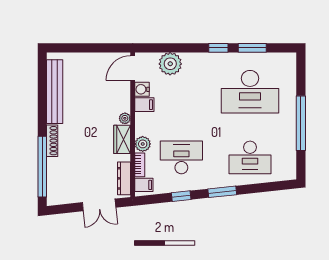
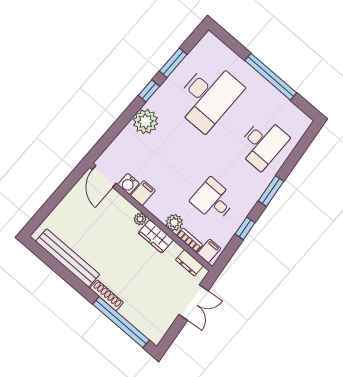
plant: (170, 64) -> (146, 122), moved
desk: (181, 157) -> (213, 200), width x0.73
dresser: (124, 178) -> (189, 263), width x0.70

